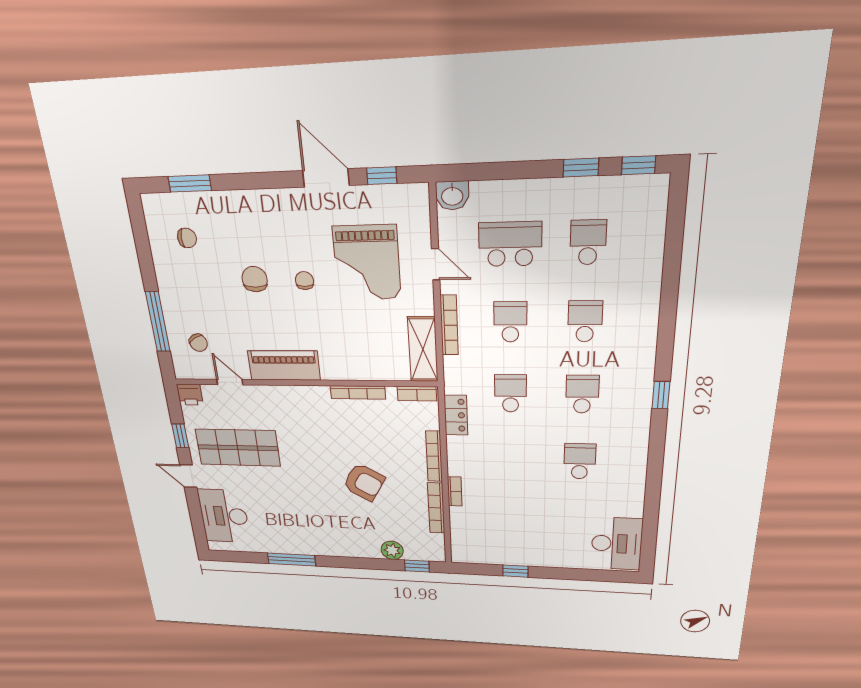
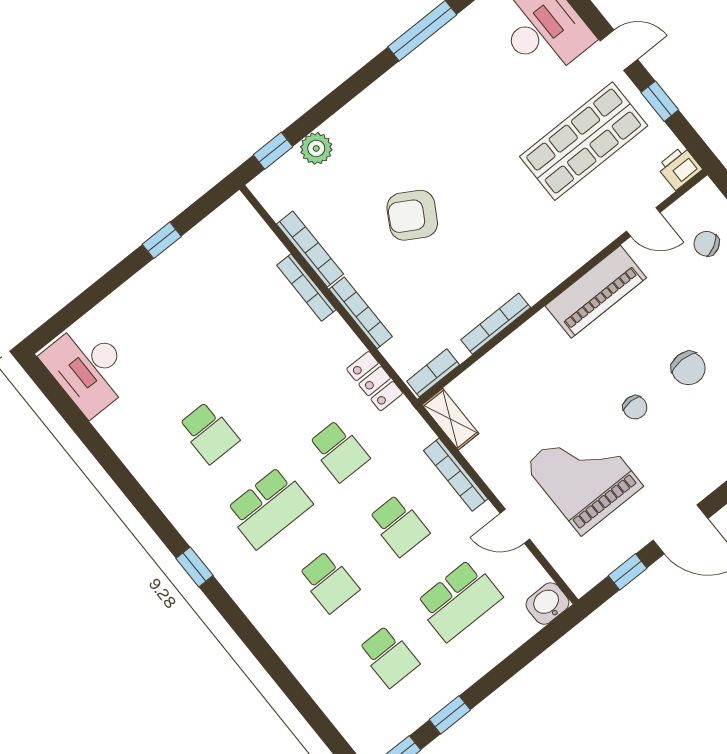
shelving: (423, 349) -> (450, 419), width x0.67, depth x0.75
school desk: (582, 394) -> (269, 507), width x1.85
bookcase: (455, 491) -> (306, 288), width x1.56

